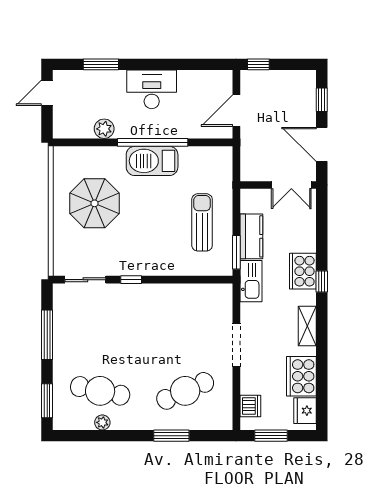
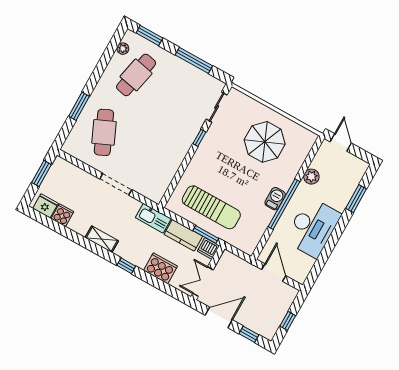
window: (258, 64) -> (288, 321), moved
desk: (152, 89) -> (313, 227), width x1.36, depth x1.30
door: (47, 93) -> (341, 142), moved
barbecue: (152, 161) -> (275, 199), width x0.53, depth x0.65
sun lounger: (202, 222) -> (211, 207), width x1.36, depth x1.34
window: (236, 252) -> (206, 235), moved
cooker: (303, 271) -> (161, 268), moved
cooker: (301, 376) -> (62, 215), width x0.53, depth x0.76
dishwasher: (250, 406) -> (208, 248), moved
plant: (102, 422) -> (123, 49), moved

